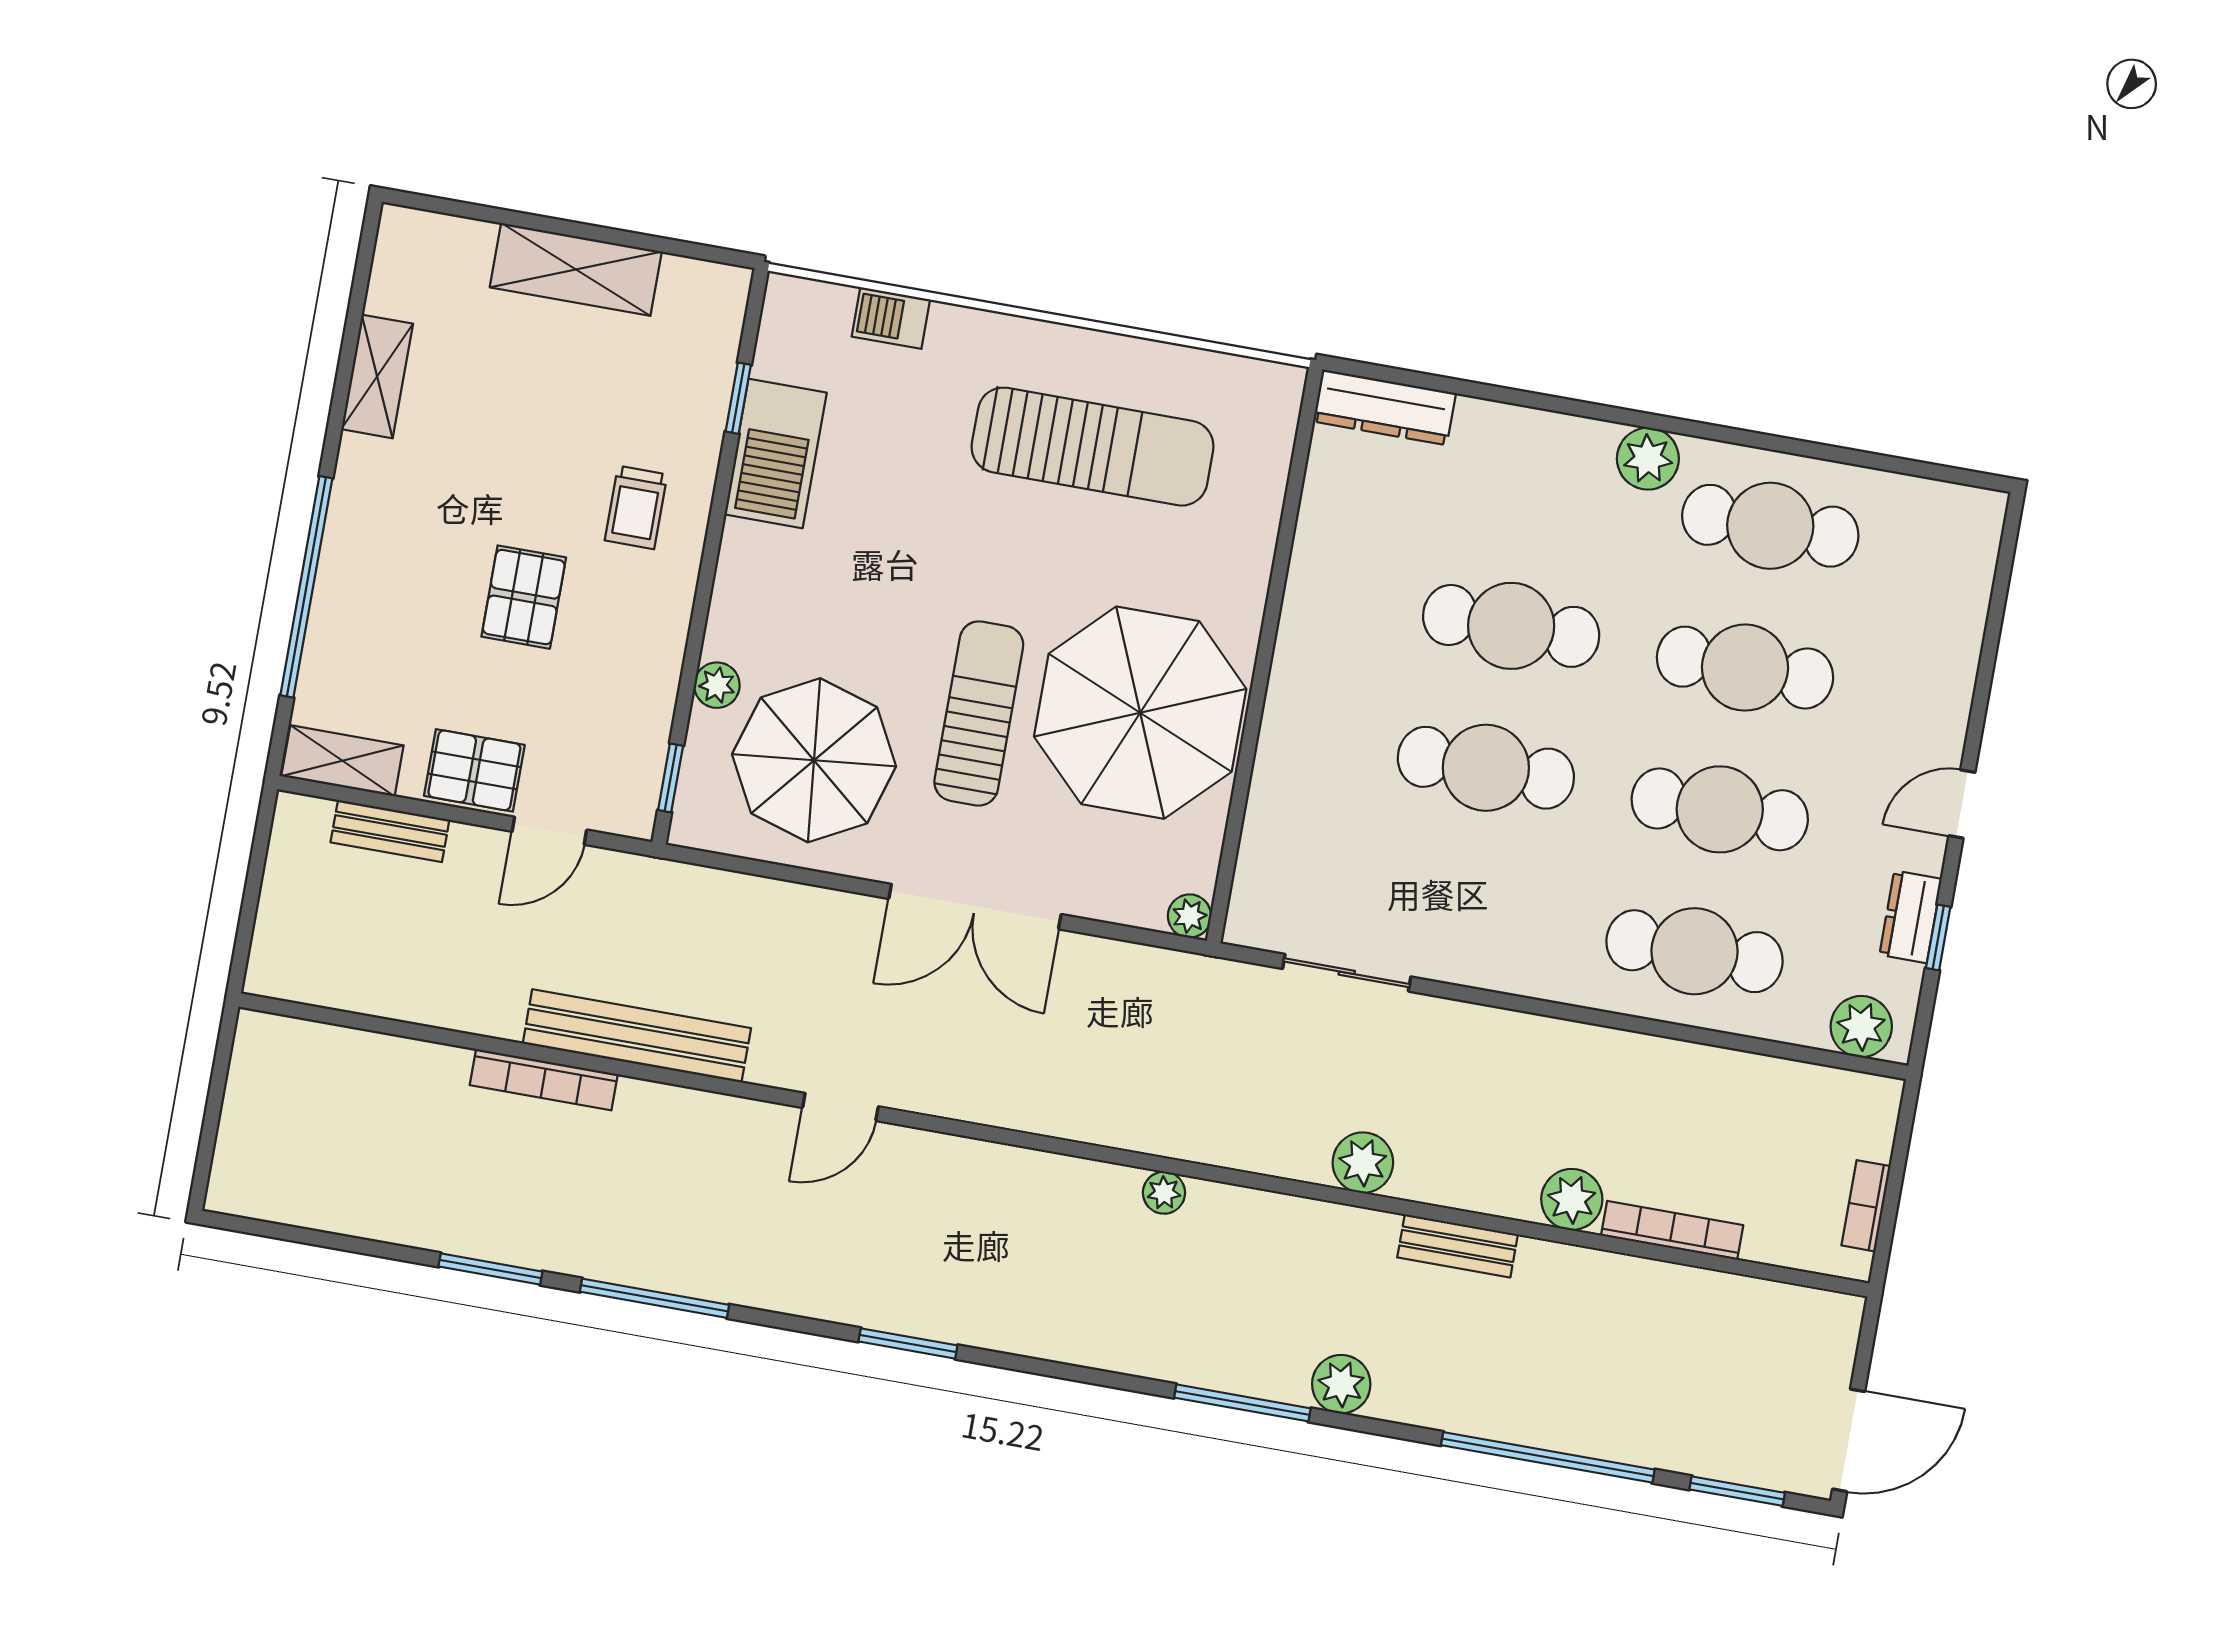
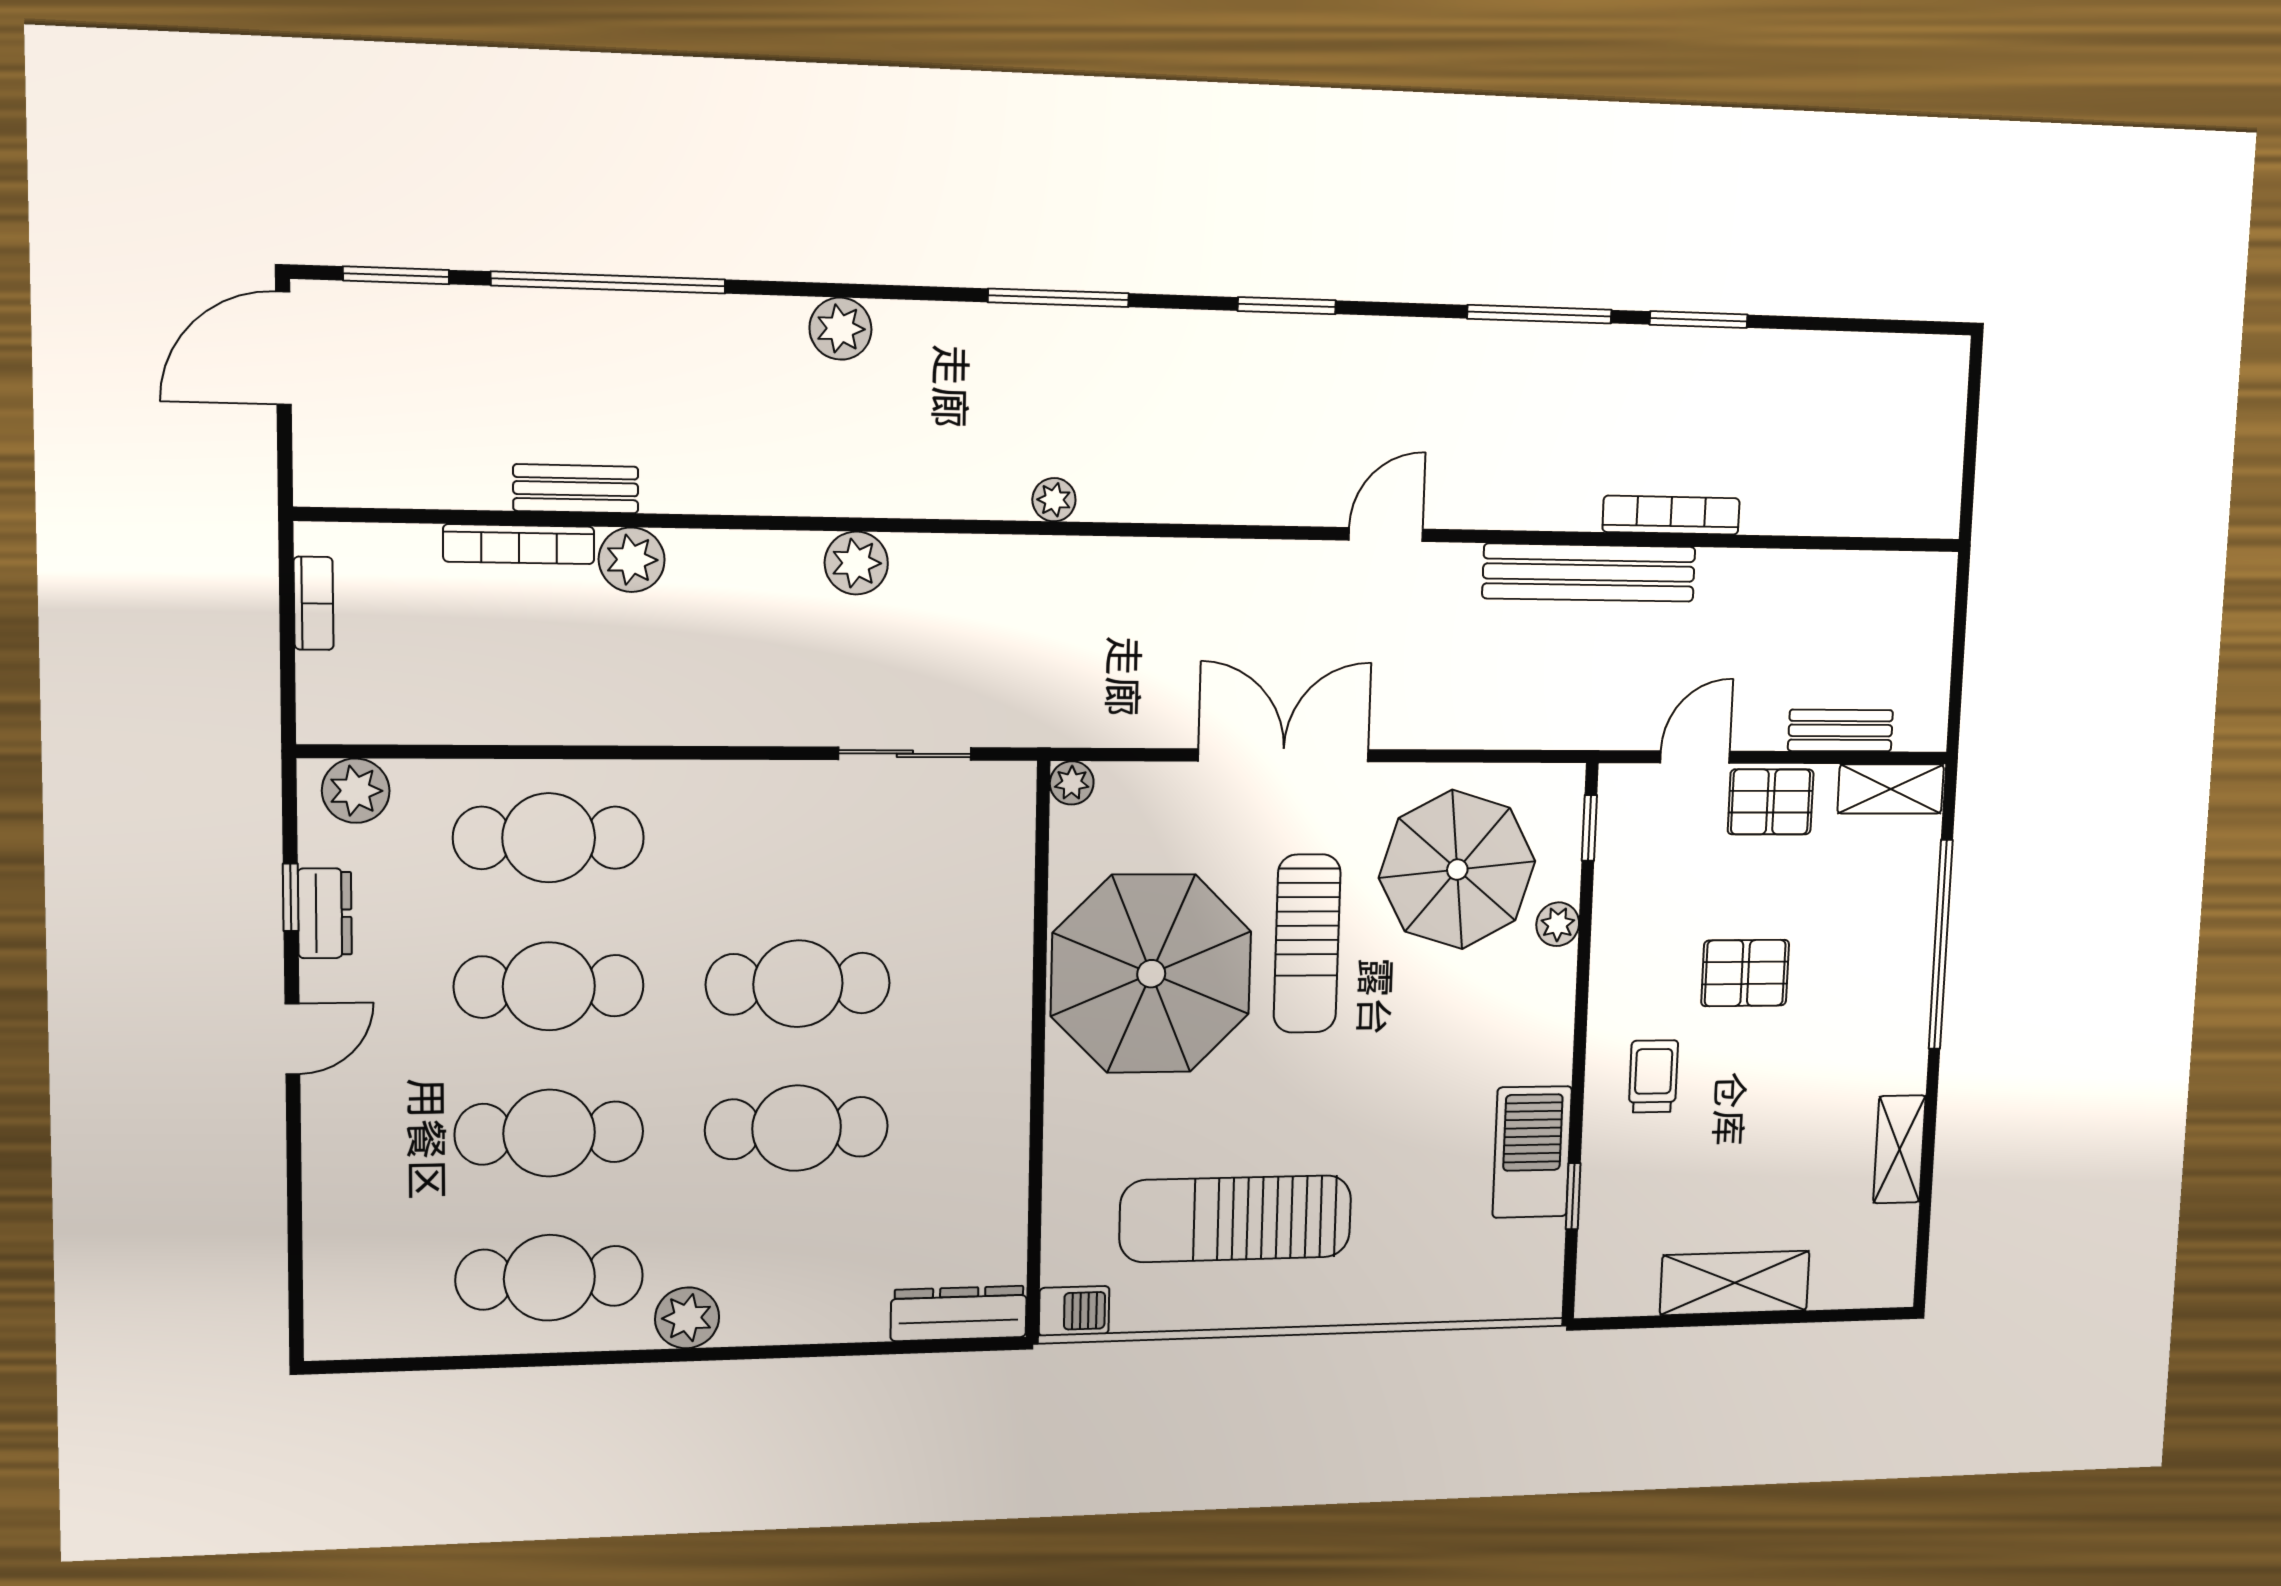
barbecue: (891, 318) -> (1074, 1311), moved
pallet: (524, 597) -> (1745, 973), turned 90
bench: (1458, 1246) -> (576, 489), moved
window: (1242, 1403) -> (1059, 298), moved

